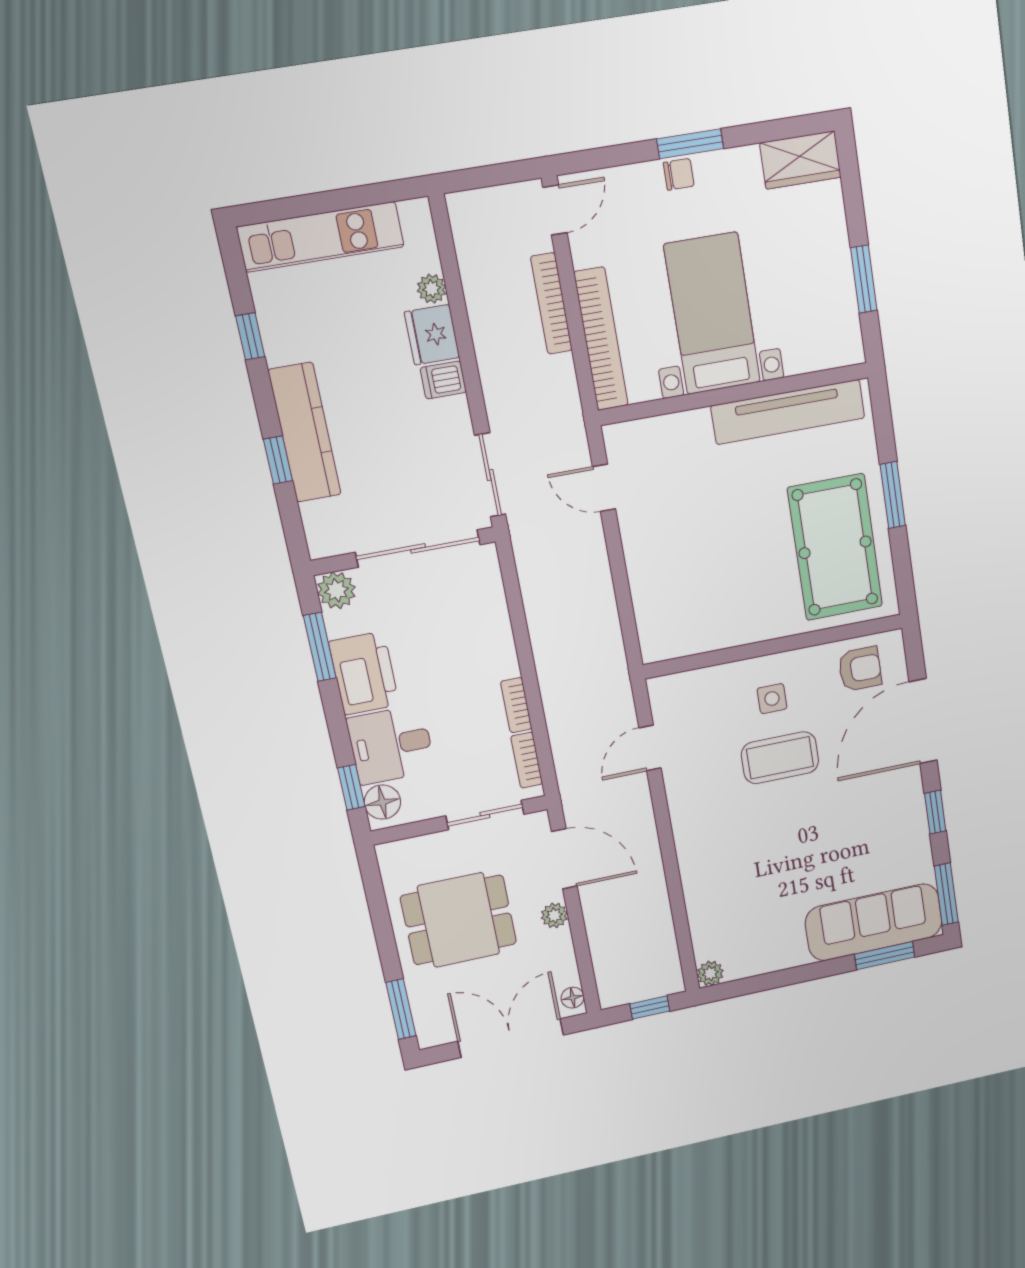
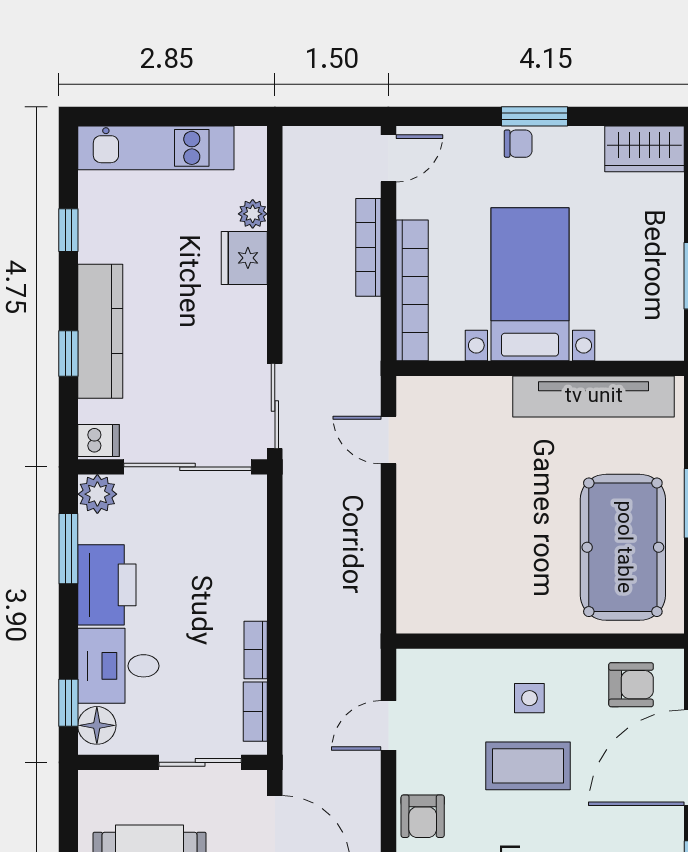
dishwasher: (443, 380) -> (99, 441), moved, turned 180
armchair: (694, 820) -> (423, 816), added

